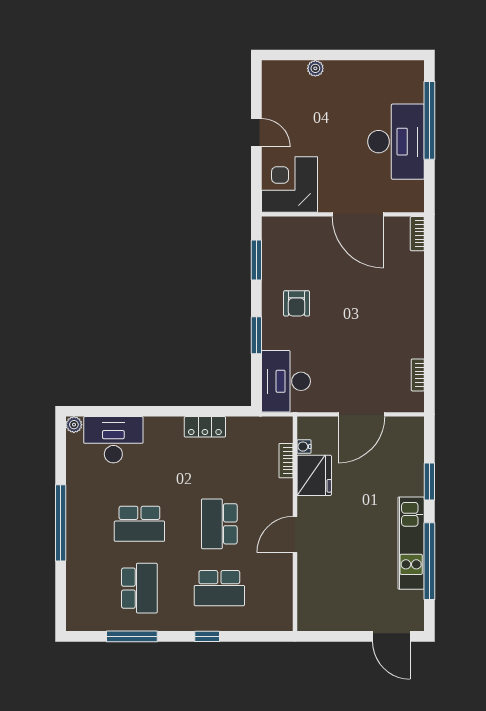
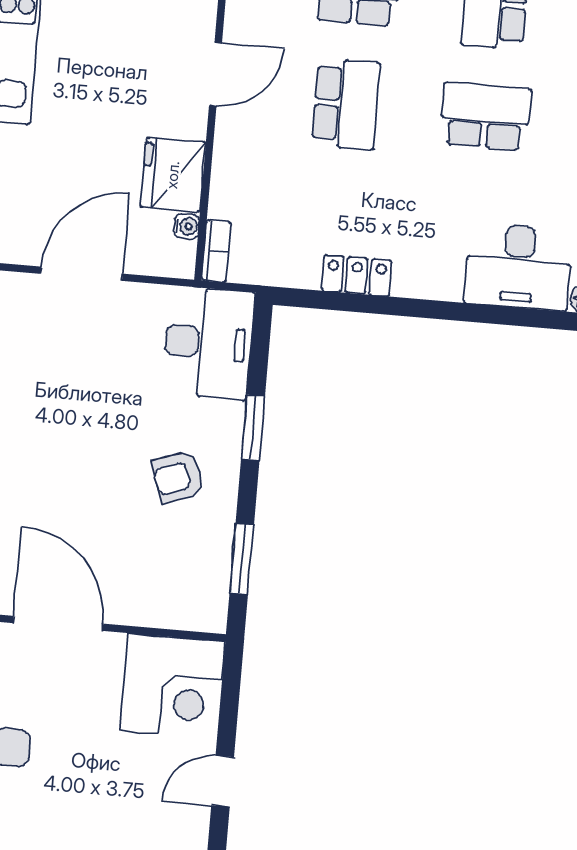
door: (256, 133) -> (223, 781), hinge flipped
armchair: (297, 303) -> (178, 477), turned -110
bookcase: (286, 461) -> (216, 251), moved

